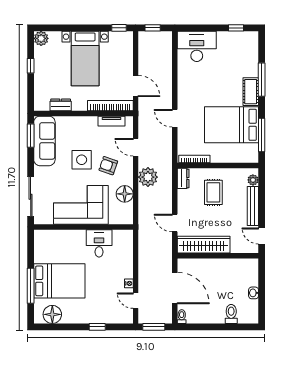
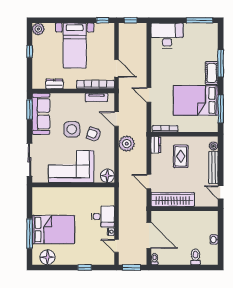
window: (236, 28) -> (200, 20), width x2.17
floor lamp: (125, 194) -> (107, 176), moved
desk: (99, 243) -> (103, 217), moved, turned 90

